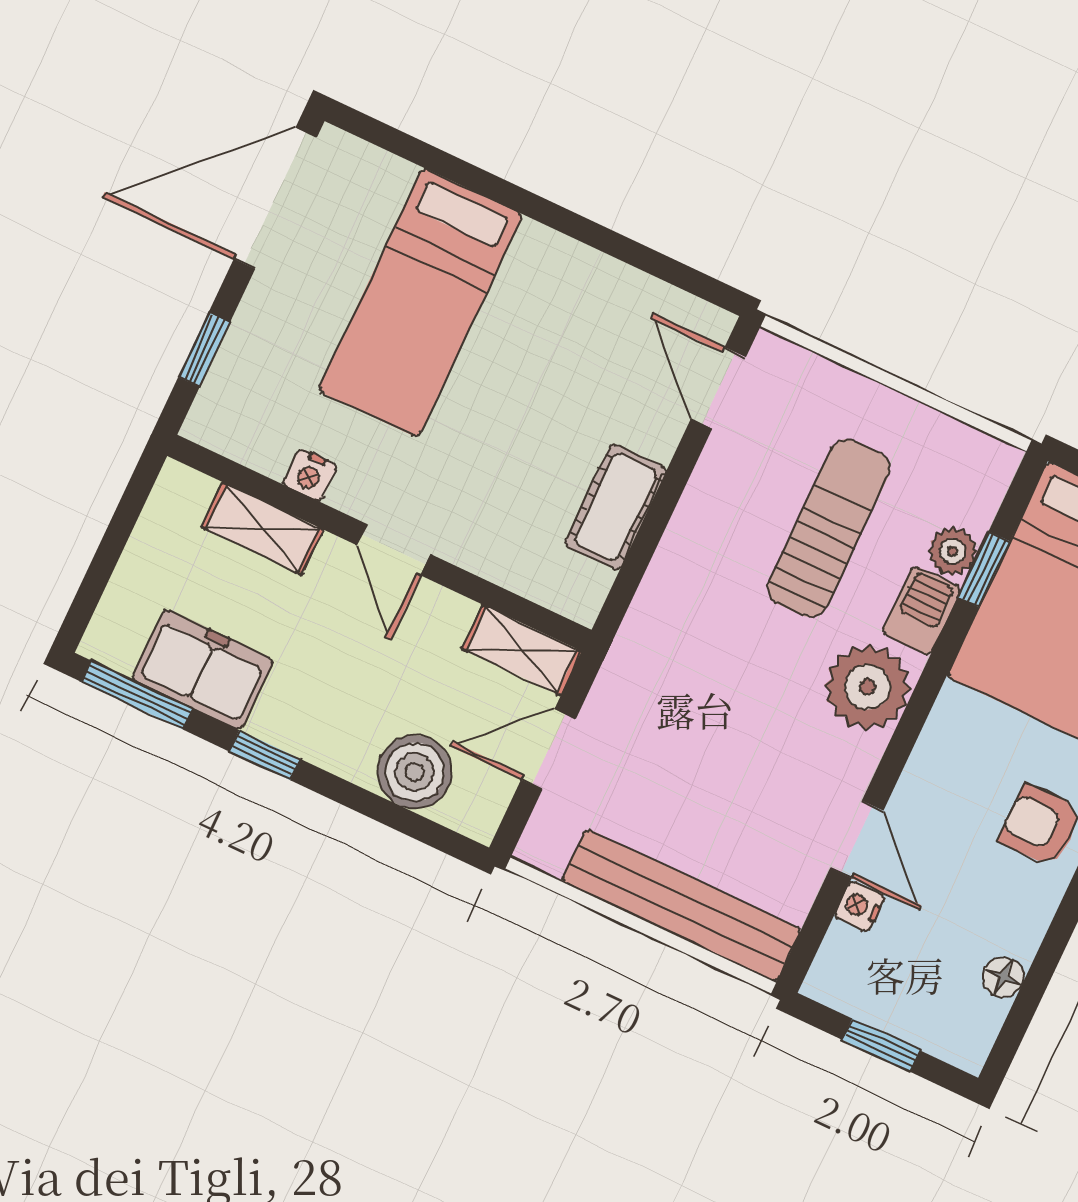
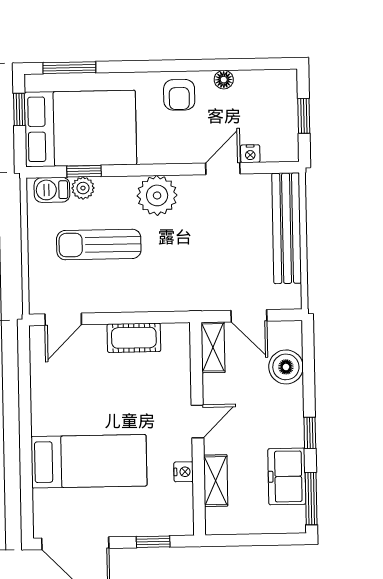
barbecue: (922, 611) -> (52, 190), moved
floor lamp: (1003, 977) -> (224, 80), moved

